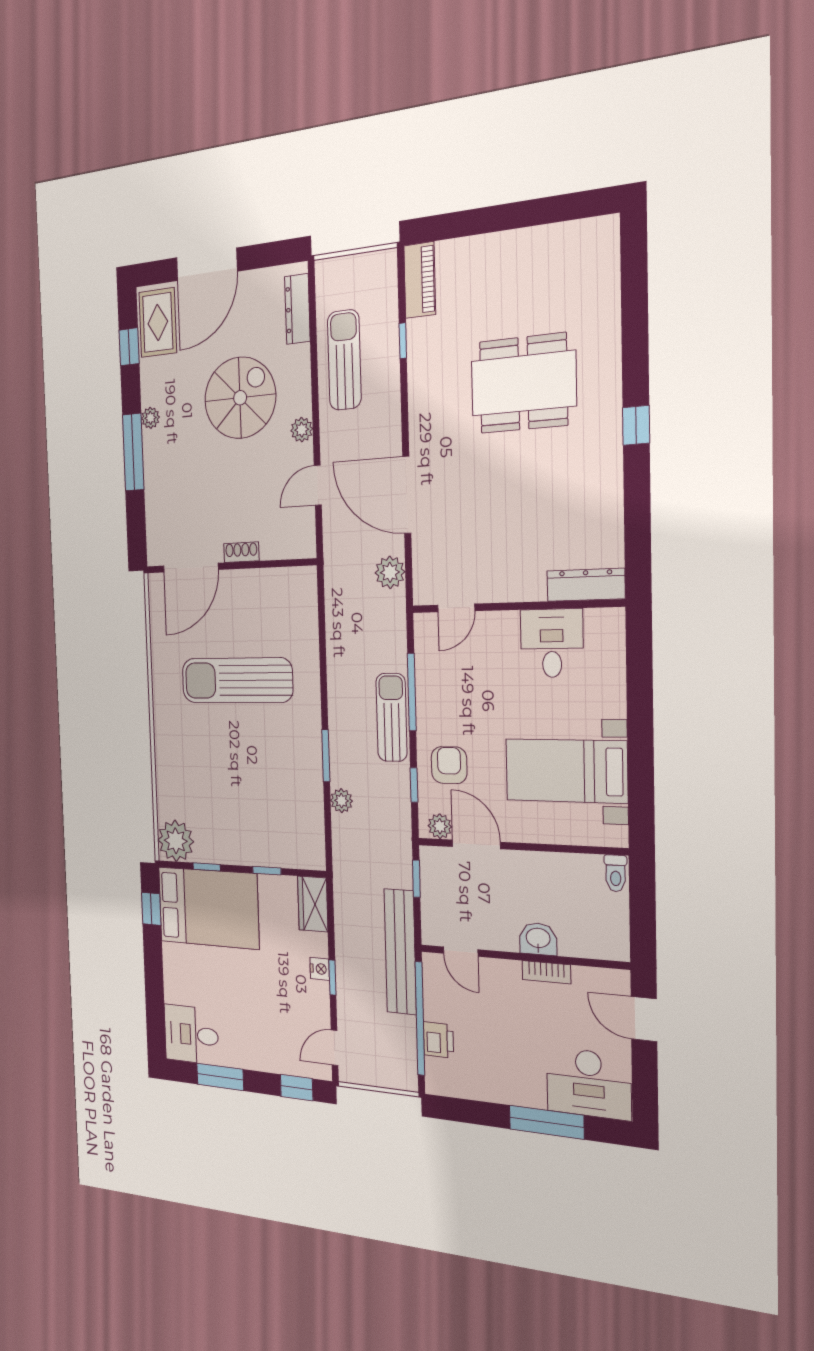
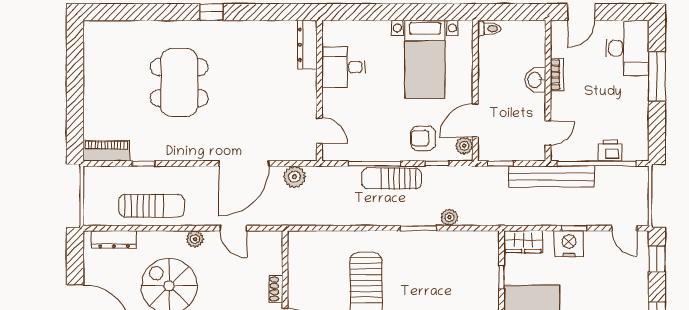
sun lounger: (344, 360) -> (152, 206), turned 180
nightstand: (320, 969) -> (569, 244), width x1.89, depth x1.79

